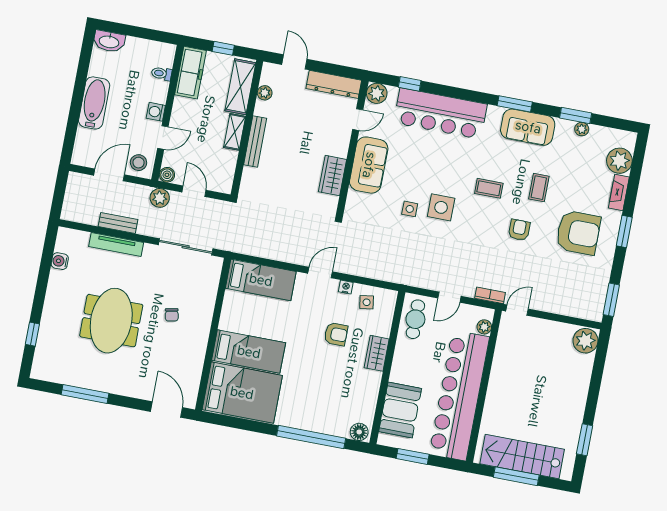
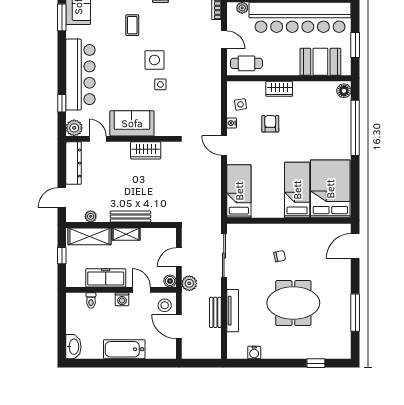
freezer: (191, 73) -> (106, 278), moved

